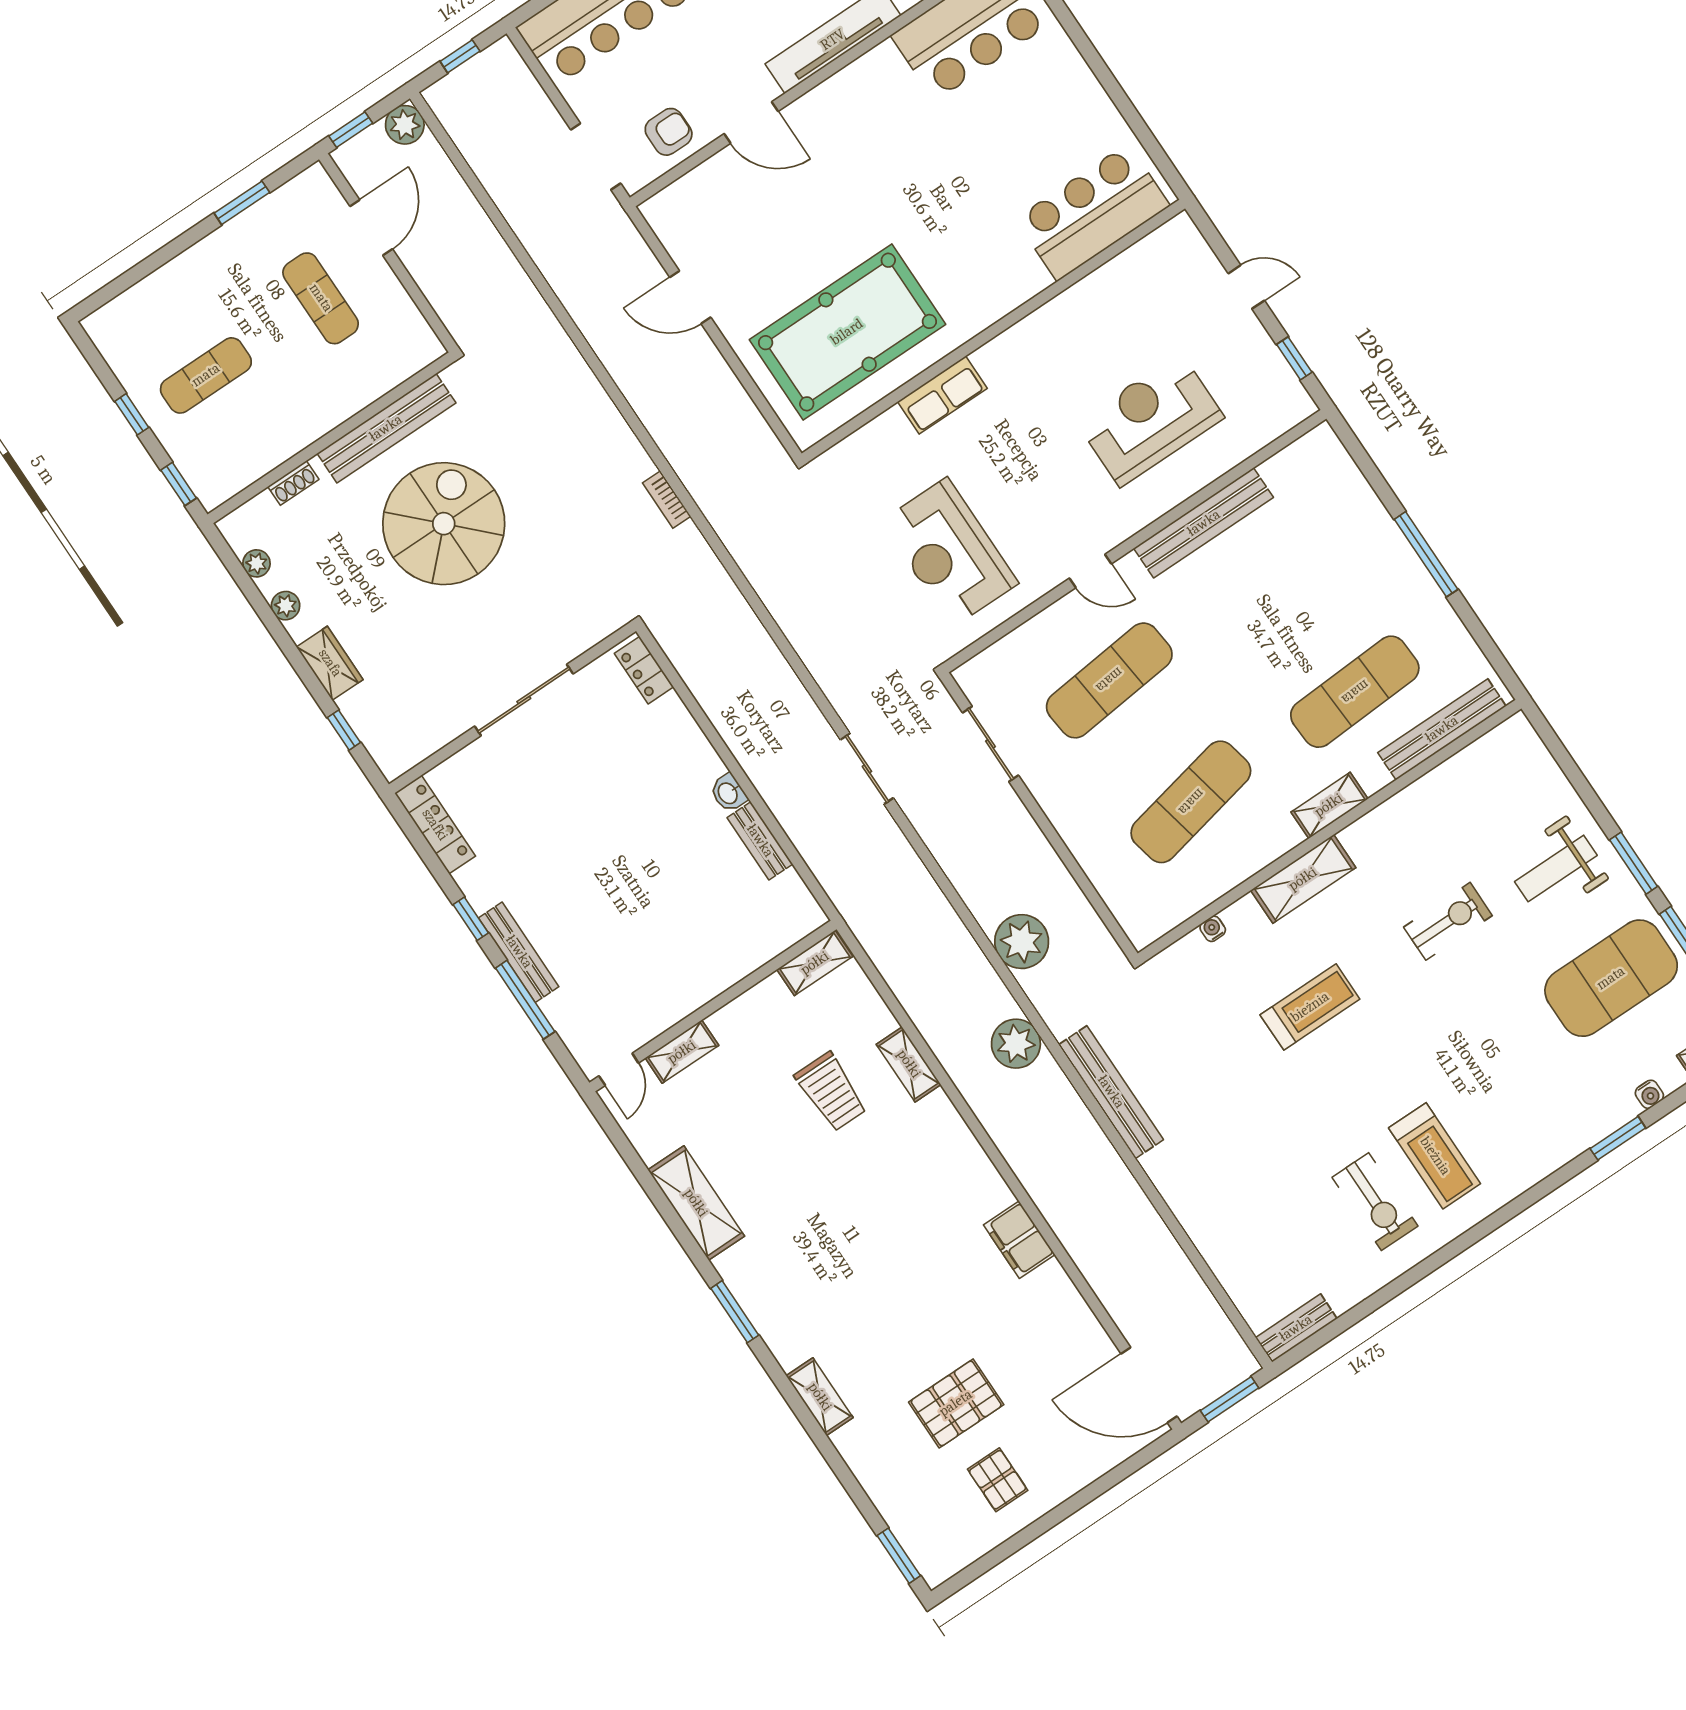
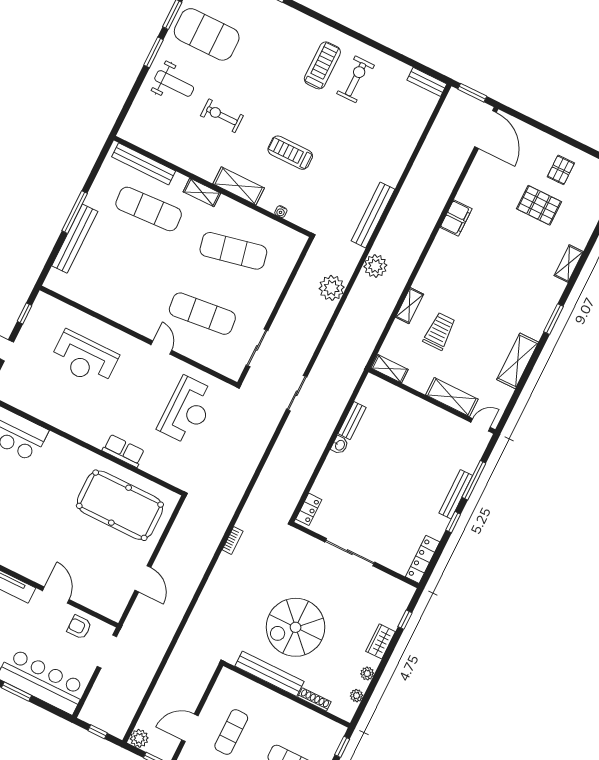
shoe rack: (293, 483) -> (314, 699), width x1.43
bench: (1204, 523) -> (75, 239), moved, turned 90
shelving: (682, 1052) -> (452, 397), width x1.50, depth x1.33

